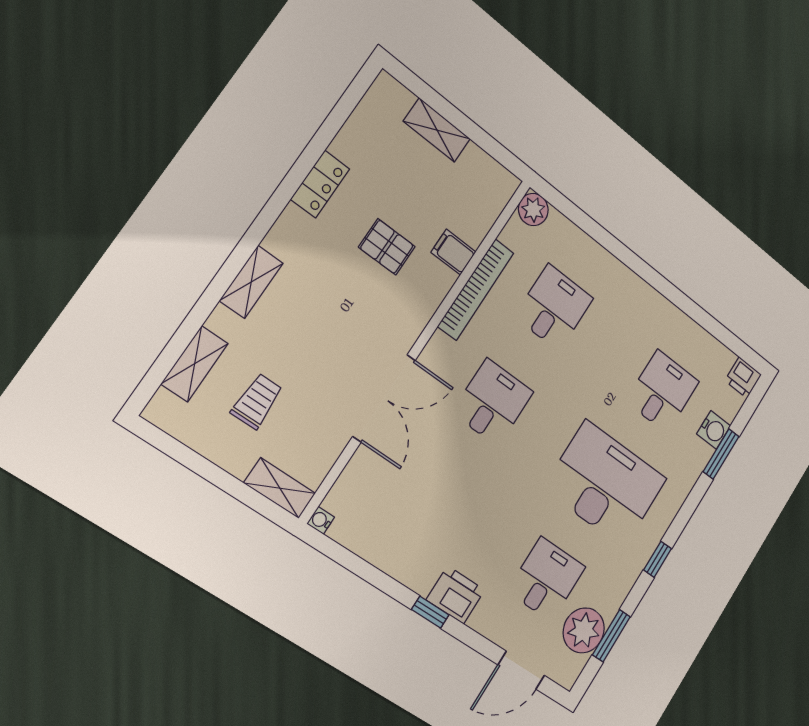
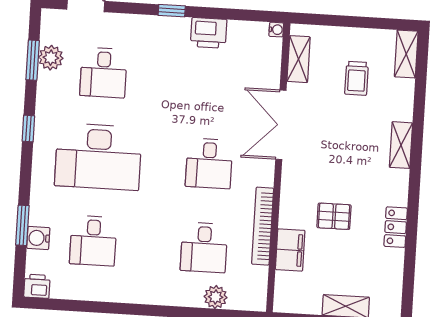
plant: (533, 210) -> (216, 297), moved
filing cabinet: (453, 252) -> (290, 250), width x2.00
shelving: (195, 364) -> (406, 54), moved
shelving: (280, 488) -> (299, 59), moved, turned 90
printer: (456, 595) -> (209, 33), moved
plant: (584, 630) -> (51, 58), width x0.73, depth x0.73

